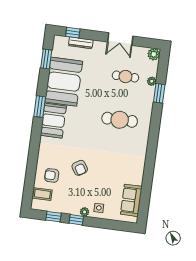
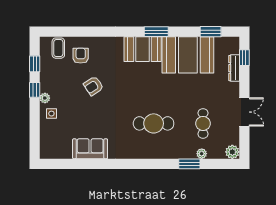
double door: (120, 39) -> (244, 112), swing flipped
cafe table: (120, 120) -> (154, 123), turned 90
sofa: (131, 200) -> (90, 149), moved

